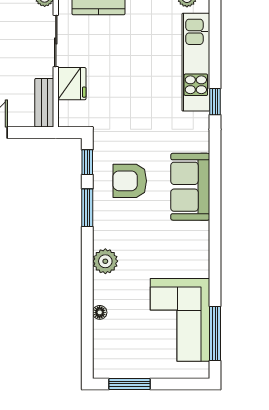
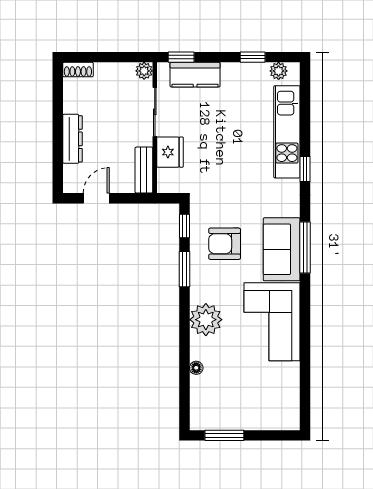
plant: (105, 261) -> (206, 320), width x1.36, depth x1.36
corner sofa: (180, 320) -> (272, 322), moved
window: (215, 333) -> (305, 247), moved

